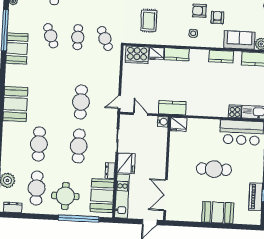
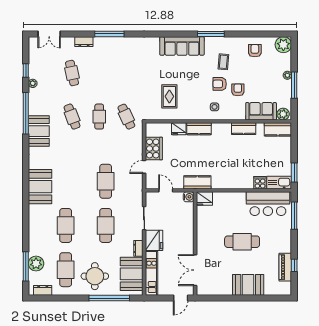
cooker: (137, 55) -> (154, 149), moved, turned -90
door: (119, 102) -> (144, 167), moved

